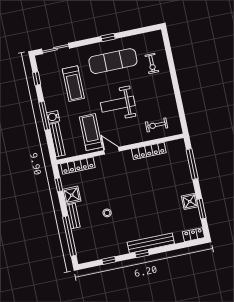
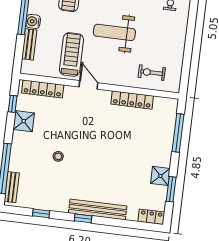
bench: (57, 140) -> (29, 44), width x0.73
bench: (73, 216) -> (12, 187), moved

